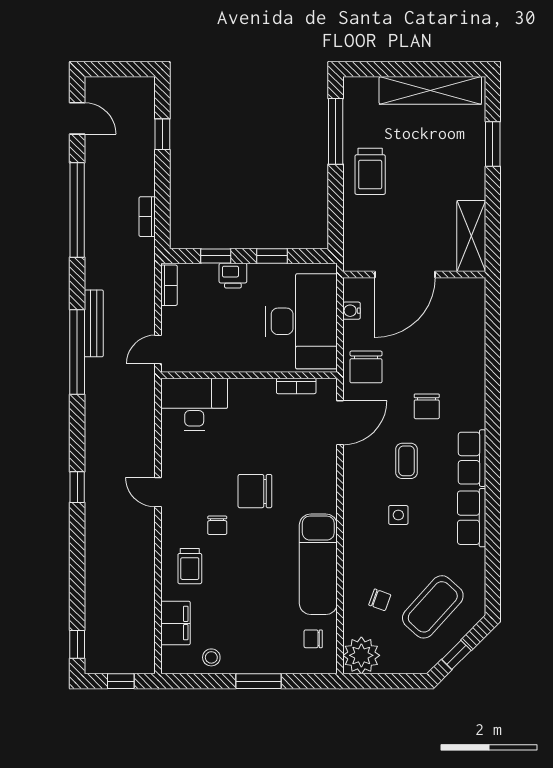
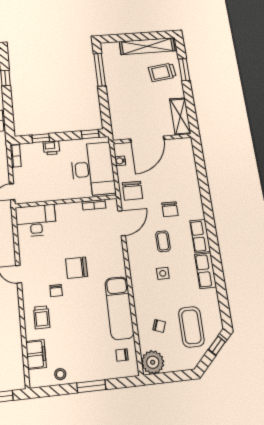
trolley: (370, 171) -> (162, 72), moved, turned 83
window: (272, 256) -> (90, 134), moved
coffee table: (433, 607) -> (191, 327), turned -42
window: (456, 655) -> (217, 346), moved

